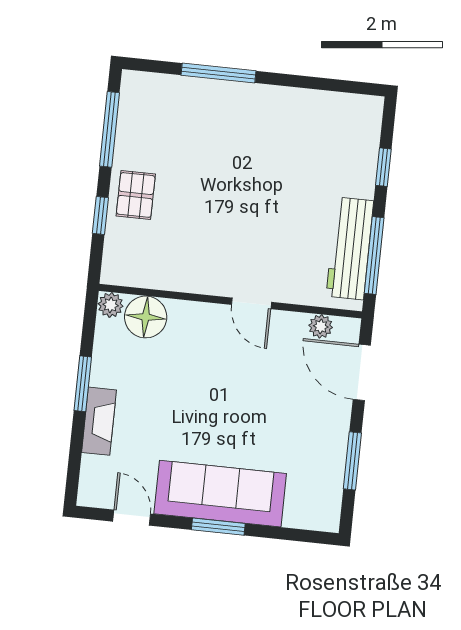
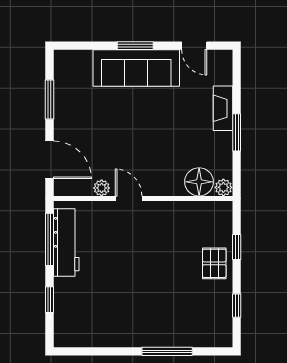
window: (109, 129) -> (237, 306), width x0.46
plant: (321, 326) -> (102, 188), moved

